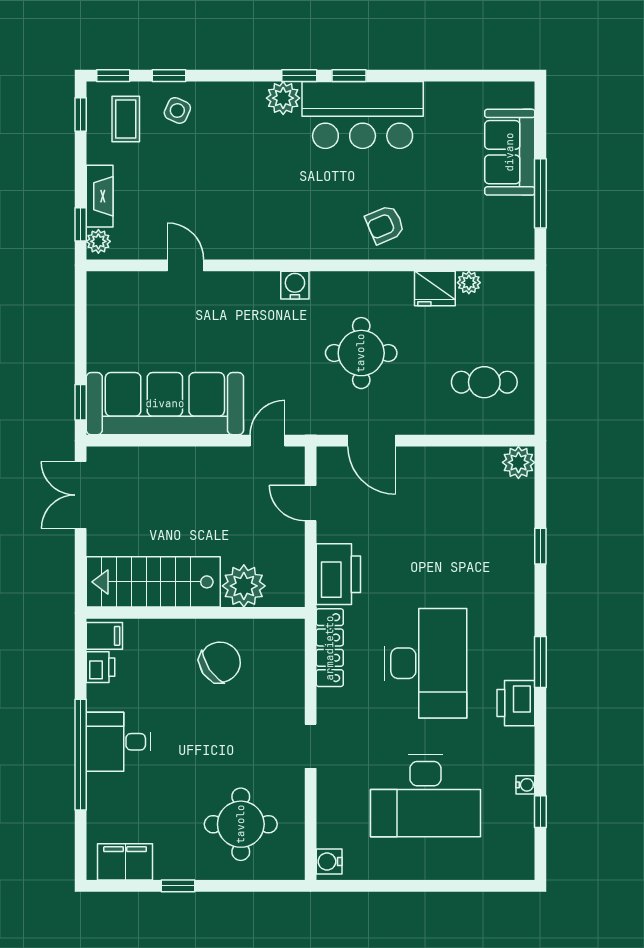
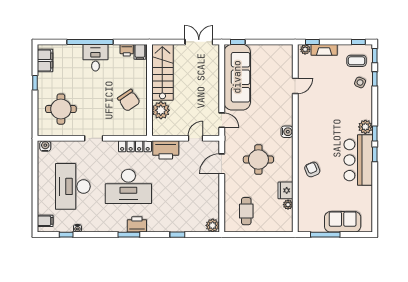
printer: (516, 703) -> (137, 224), moved
filing cabinet: (507, 862) -> (45, 221), added

